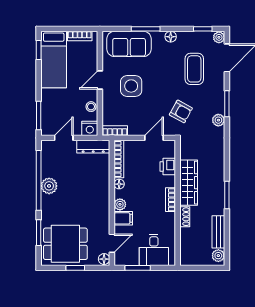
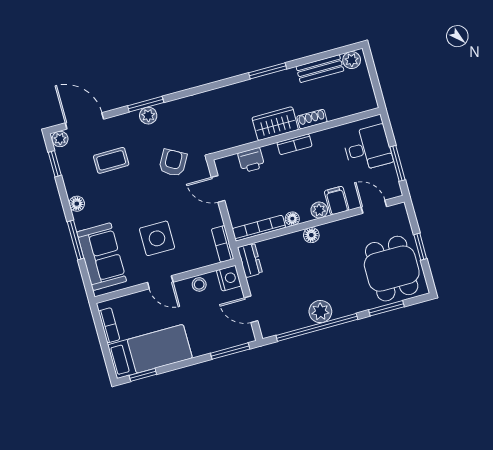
coffee table: (194, 69) -> (111, 160), width x0.73, depth x0.77
plant: (218, 120) -> (148, 116), moved
dresser: (93, 147) -> (250, 260), width x0.70
wardrobe: (189, 183) -> (275, 124), width x0.67
floor lamp: (104, 259) -> (311, 235), moved

